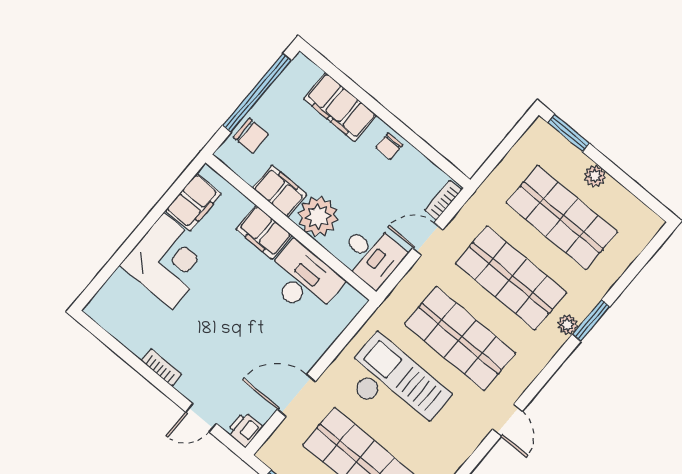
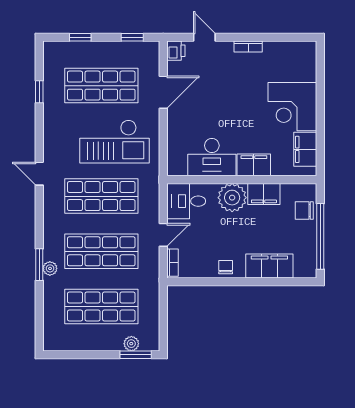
plant: (595, 176) -> (131, 344), moved
plant: (568, 325) -> (50, 268), moved
door: (201, 418) -> (204, 37), hinge flipped

